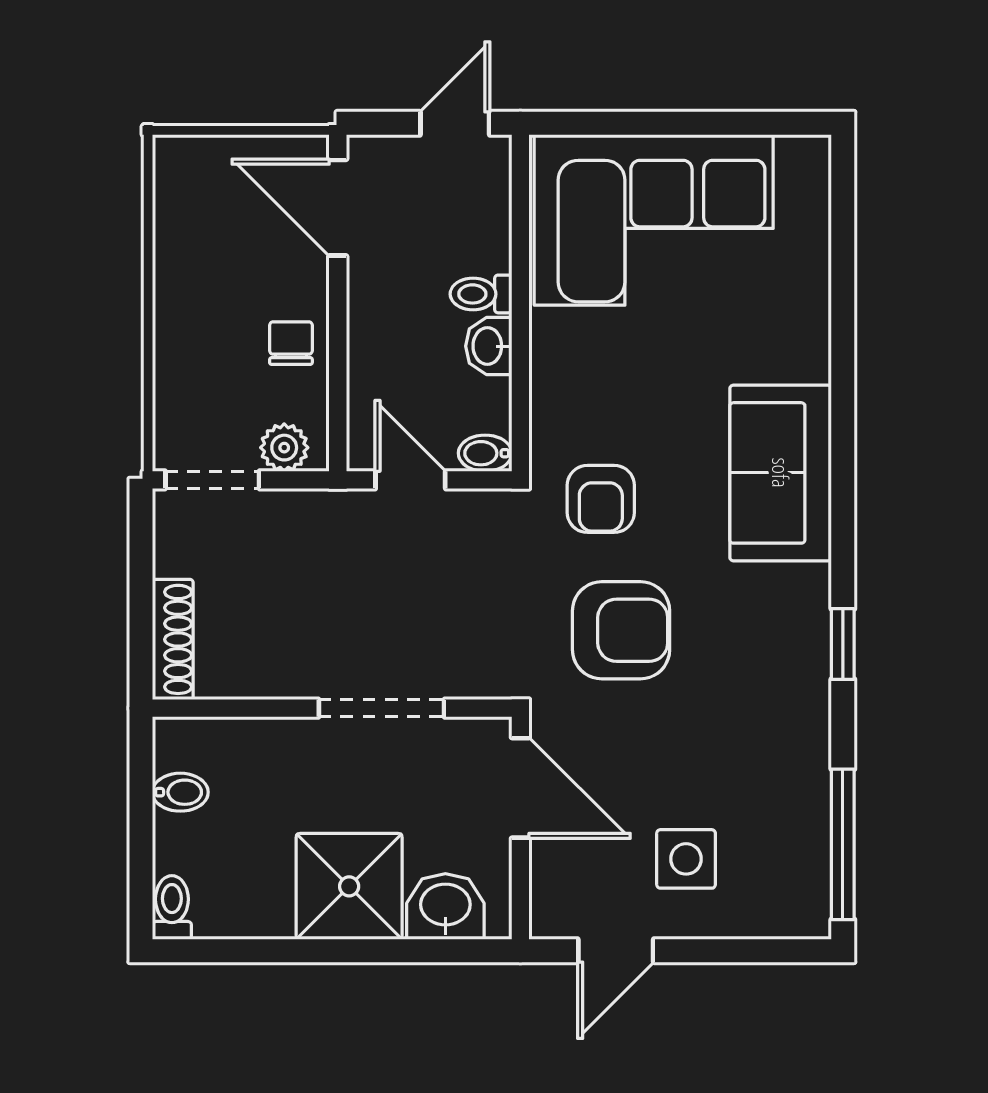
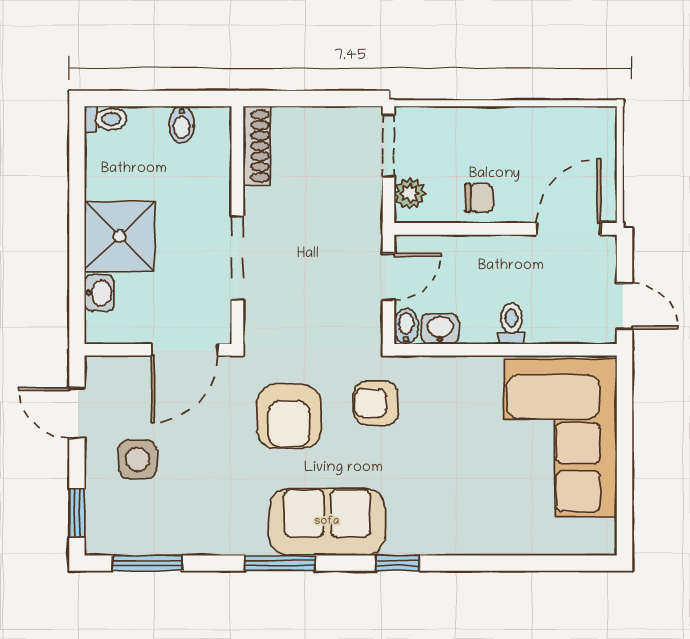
washbasin: (489, 346) -> (440, 329), moved
window: (843, 466) -> (398, 563), added
sofa: (781, 473) -> (327, 522), moved
shoe rack: (173, 639) -> (257, 146), moved, turned -90
window: (843, 644) -> (280, 563), width x1.50
window: (843, 844) -> (147, 563), width x0.69
washbasin: (445, 906) -> (99, 293), width x0.72, depth x0.69
window: (767, 951) -> (77, 513), added

